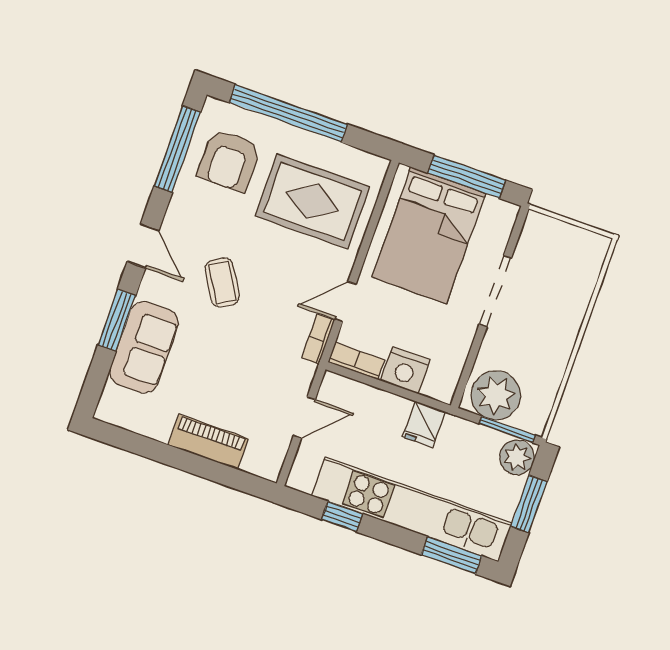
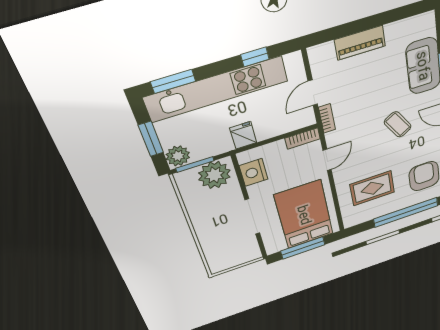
rug: (312, 201) -> (372, 188), width x0.73, depth x0.70
bookcase: (318, 339) -> (327, 118), moved
nightstand: (405, 370) -> (254, 172), moved, turned -90

